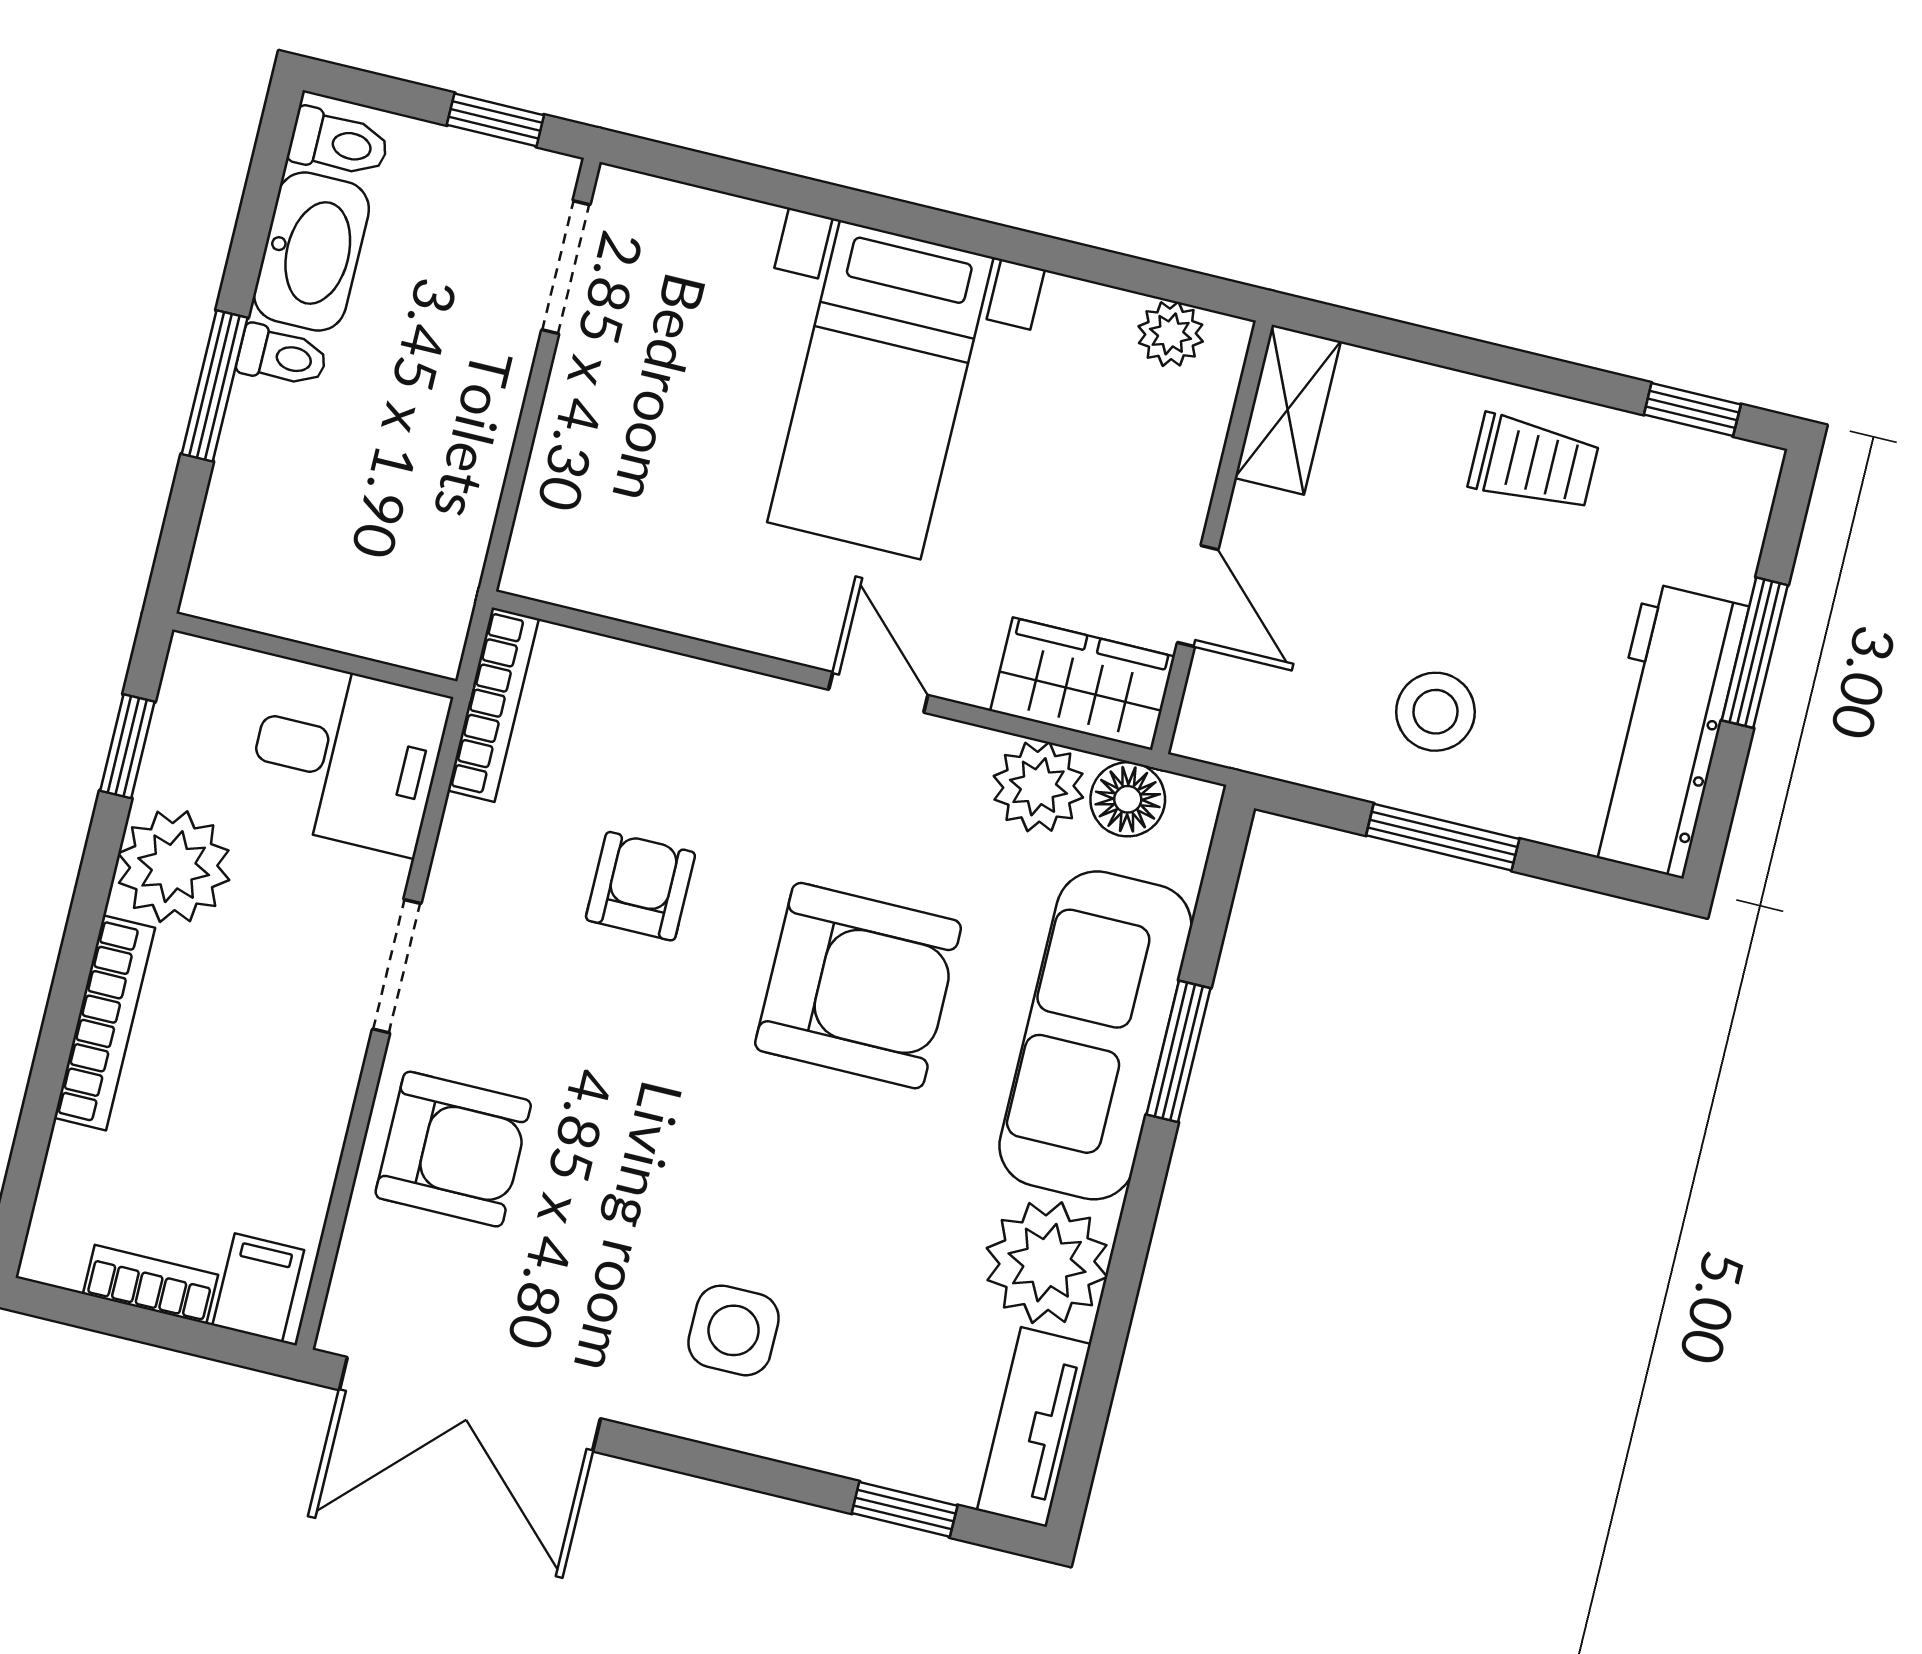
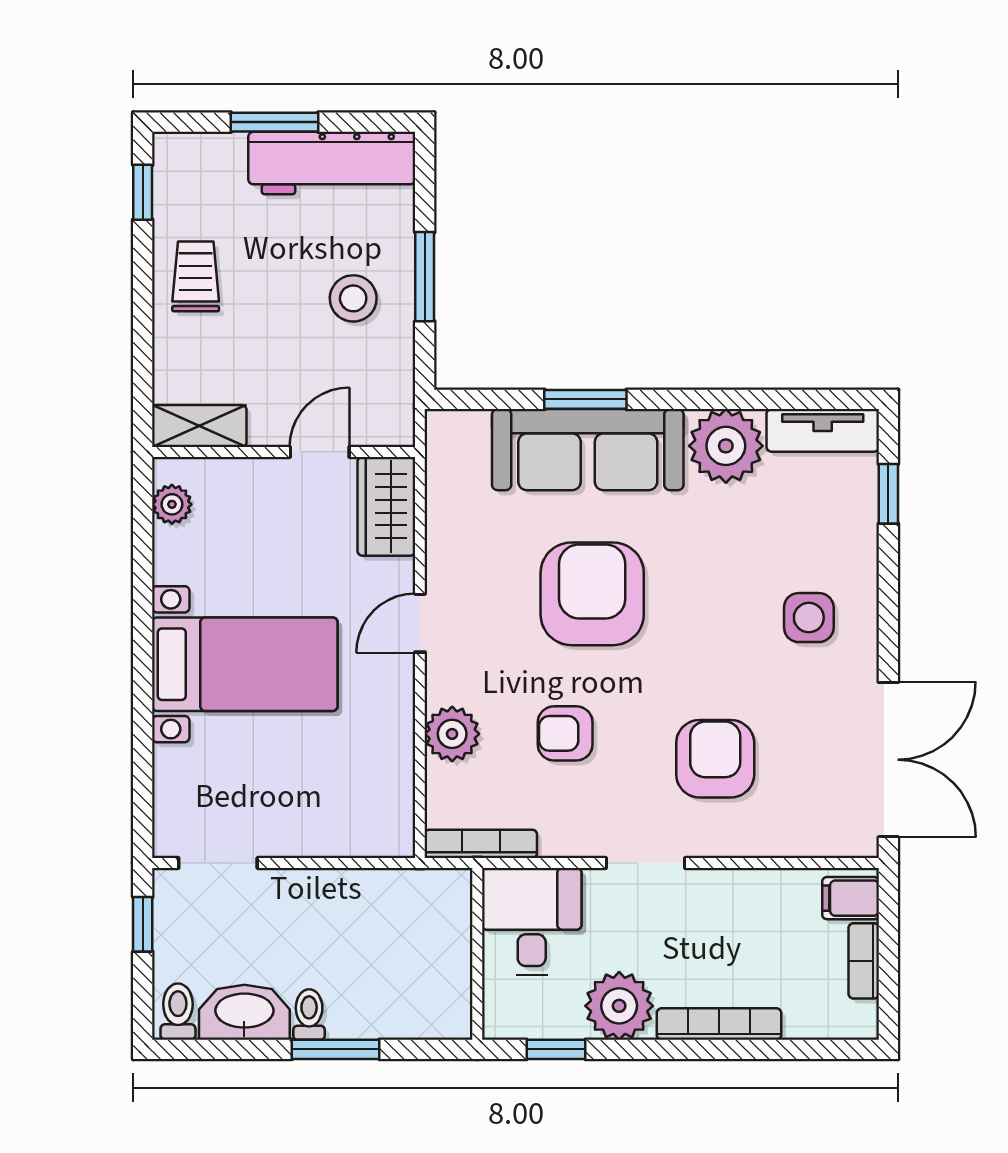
plant: (1038, 787) -> (452, 734), moved
floor lamp: (1128, 799) -> (447, 464), removed
armchair: (453, 1149) -> (715, 759), moved

